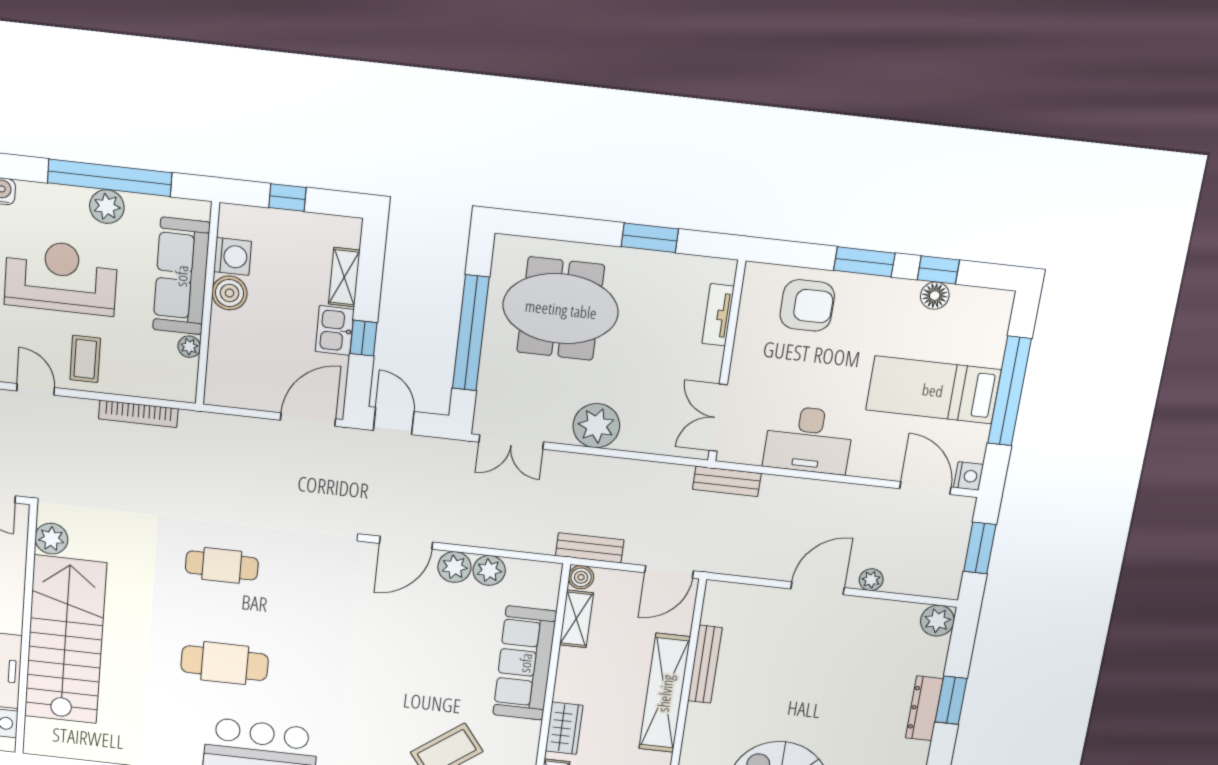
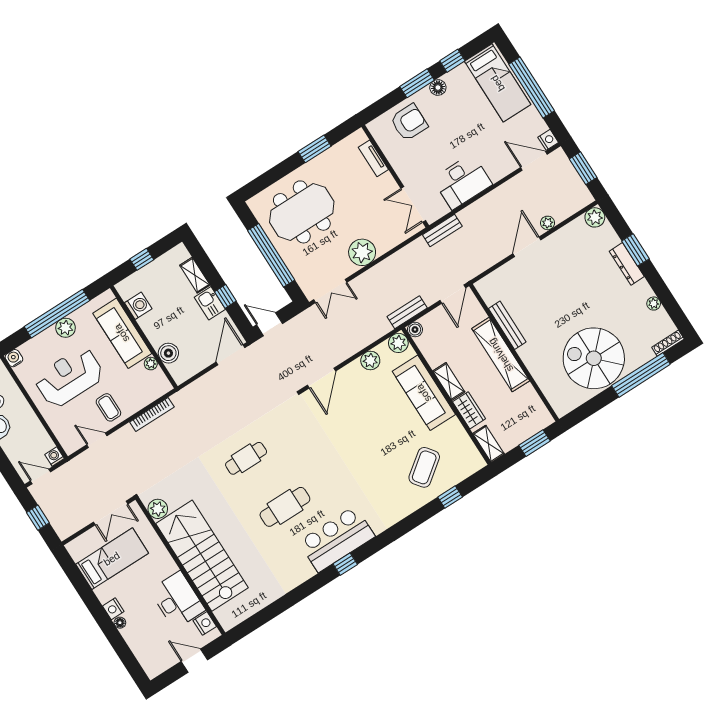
boiler: (229, 293) -> (168, 353), moved
floor lamp: (935, 296) -> (438, 87), moved
bed: (933, 390) -> (498, 83), moved, turned -90
plant: (454, 567) -> (398, 343), moved
shelving: (576, 619) -> (449, 381), moved

